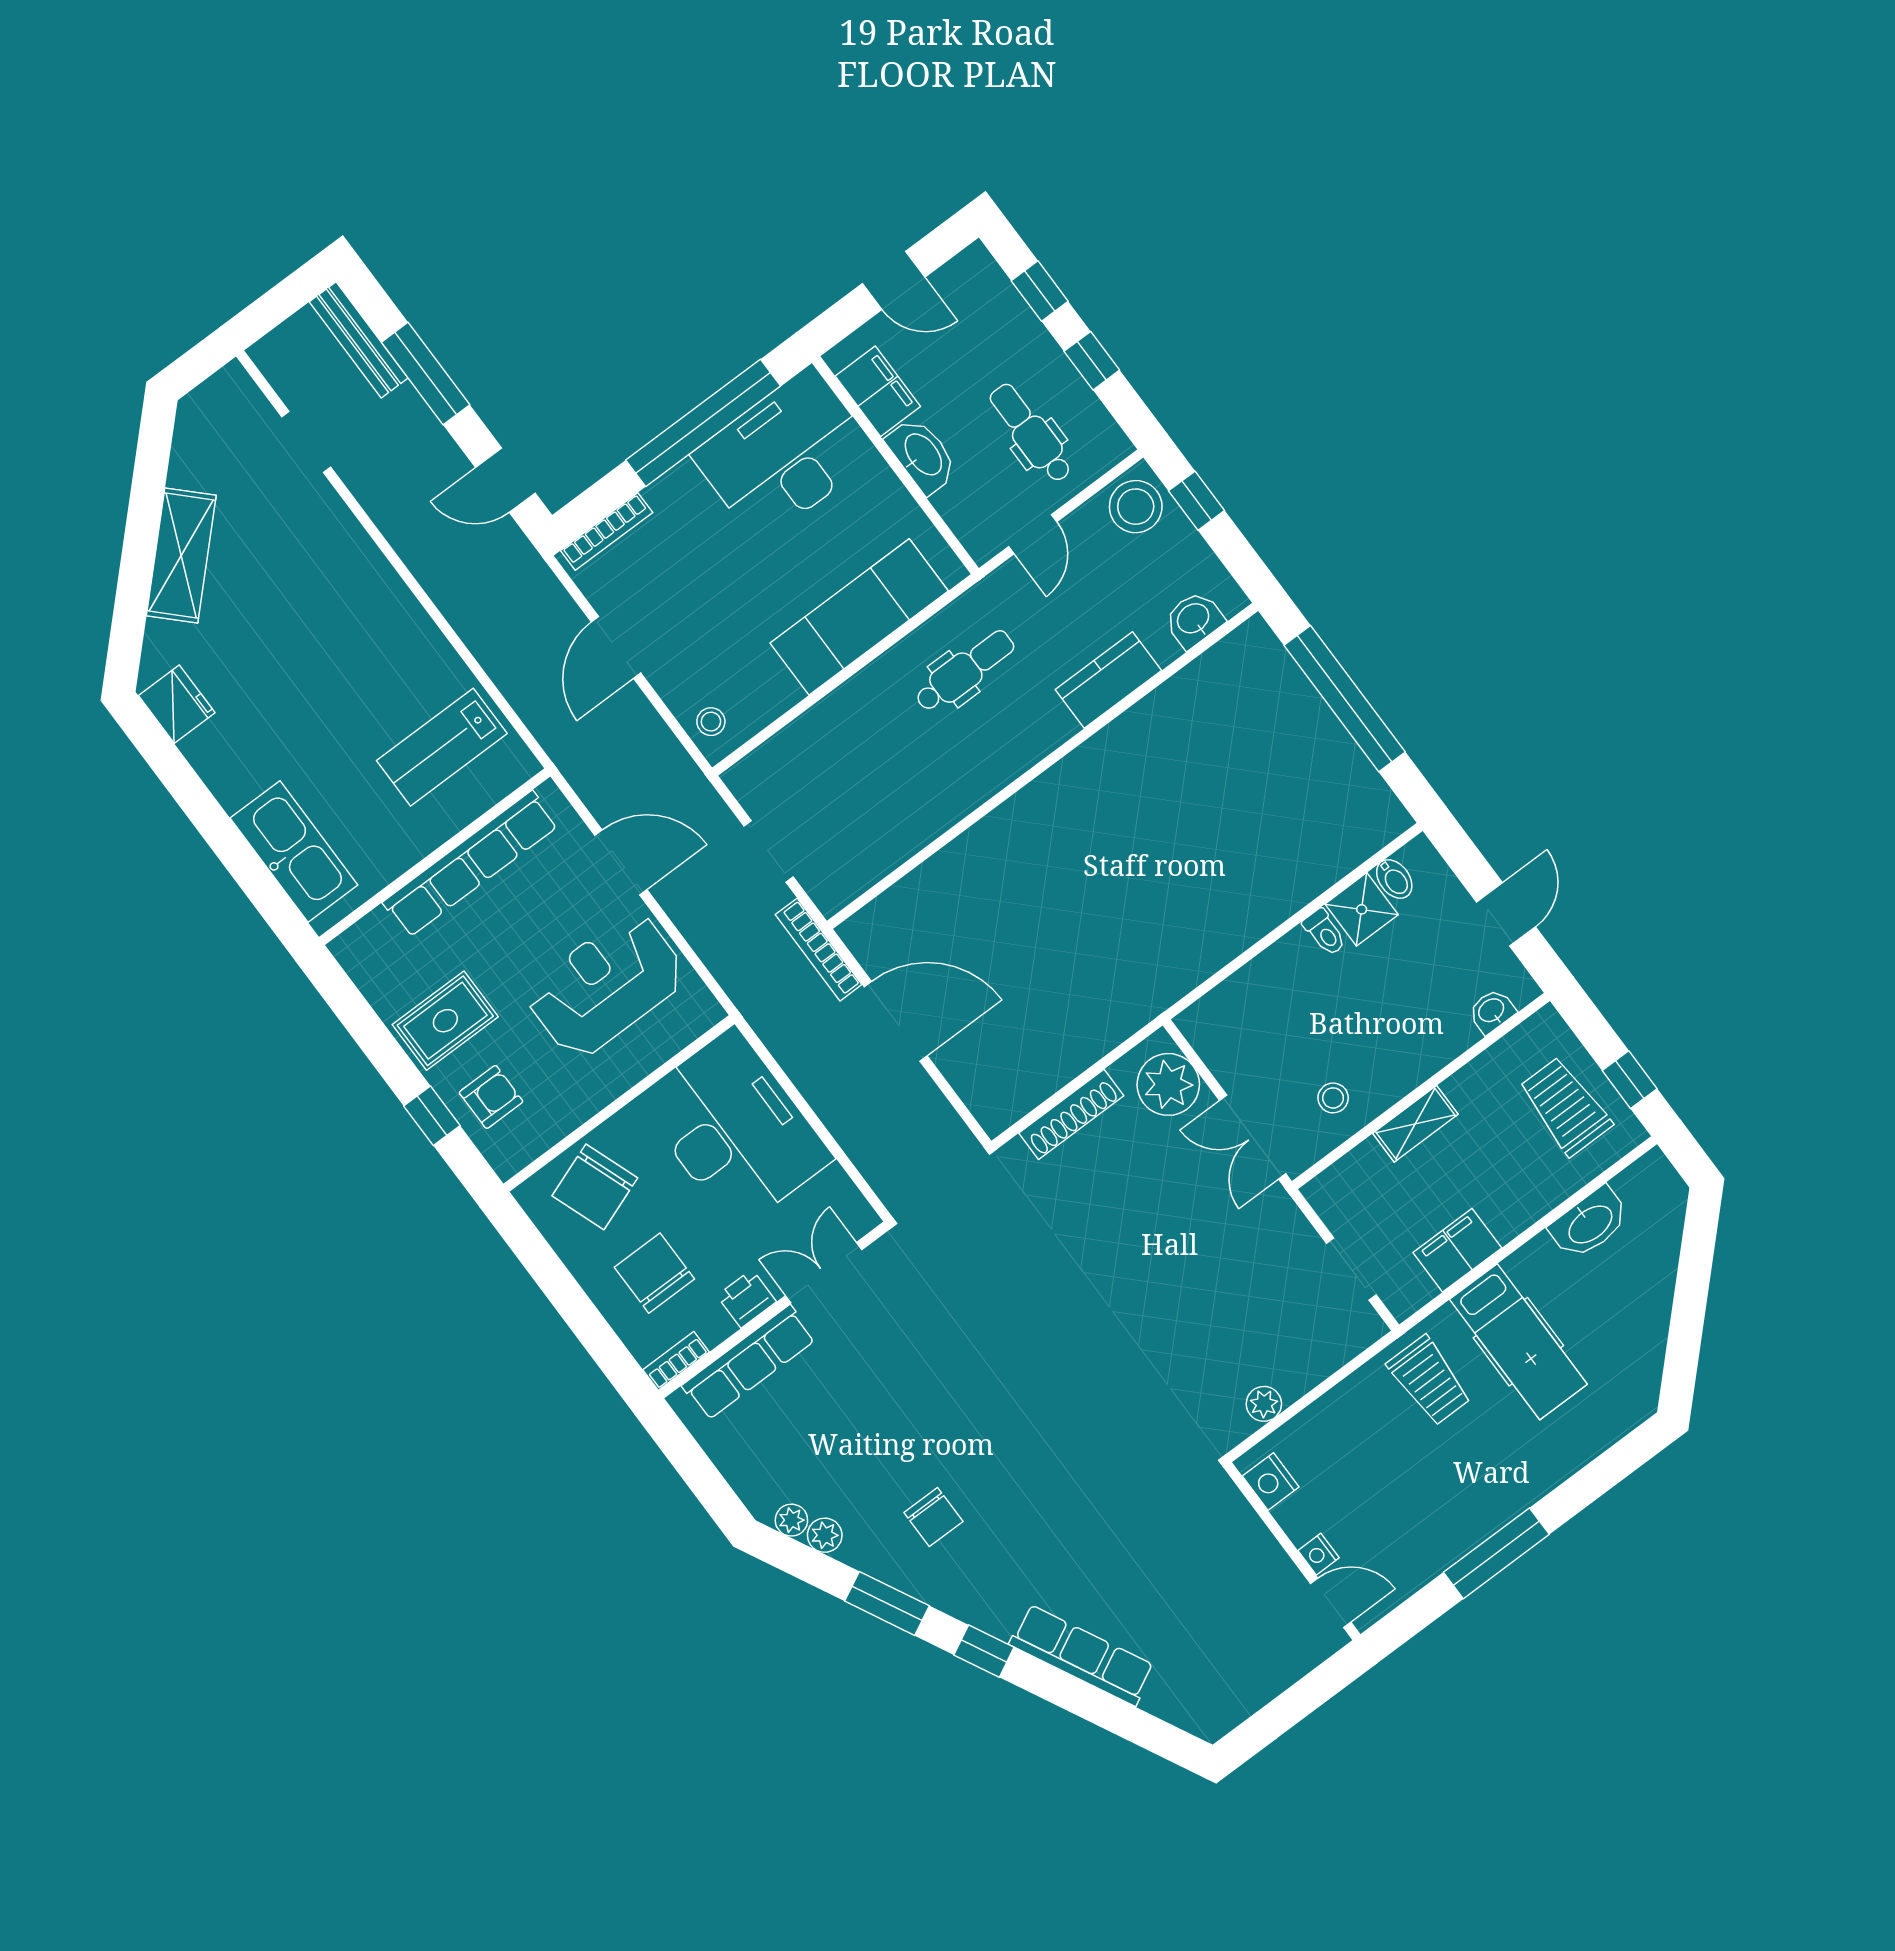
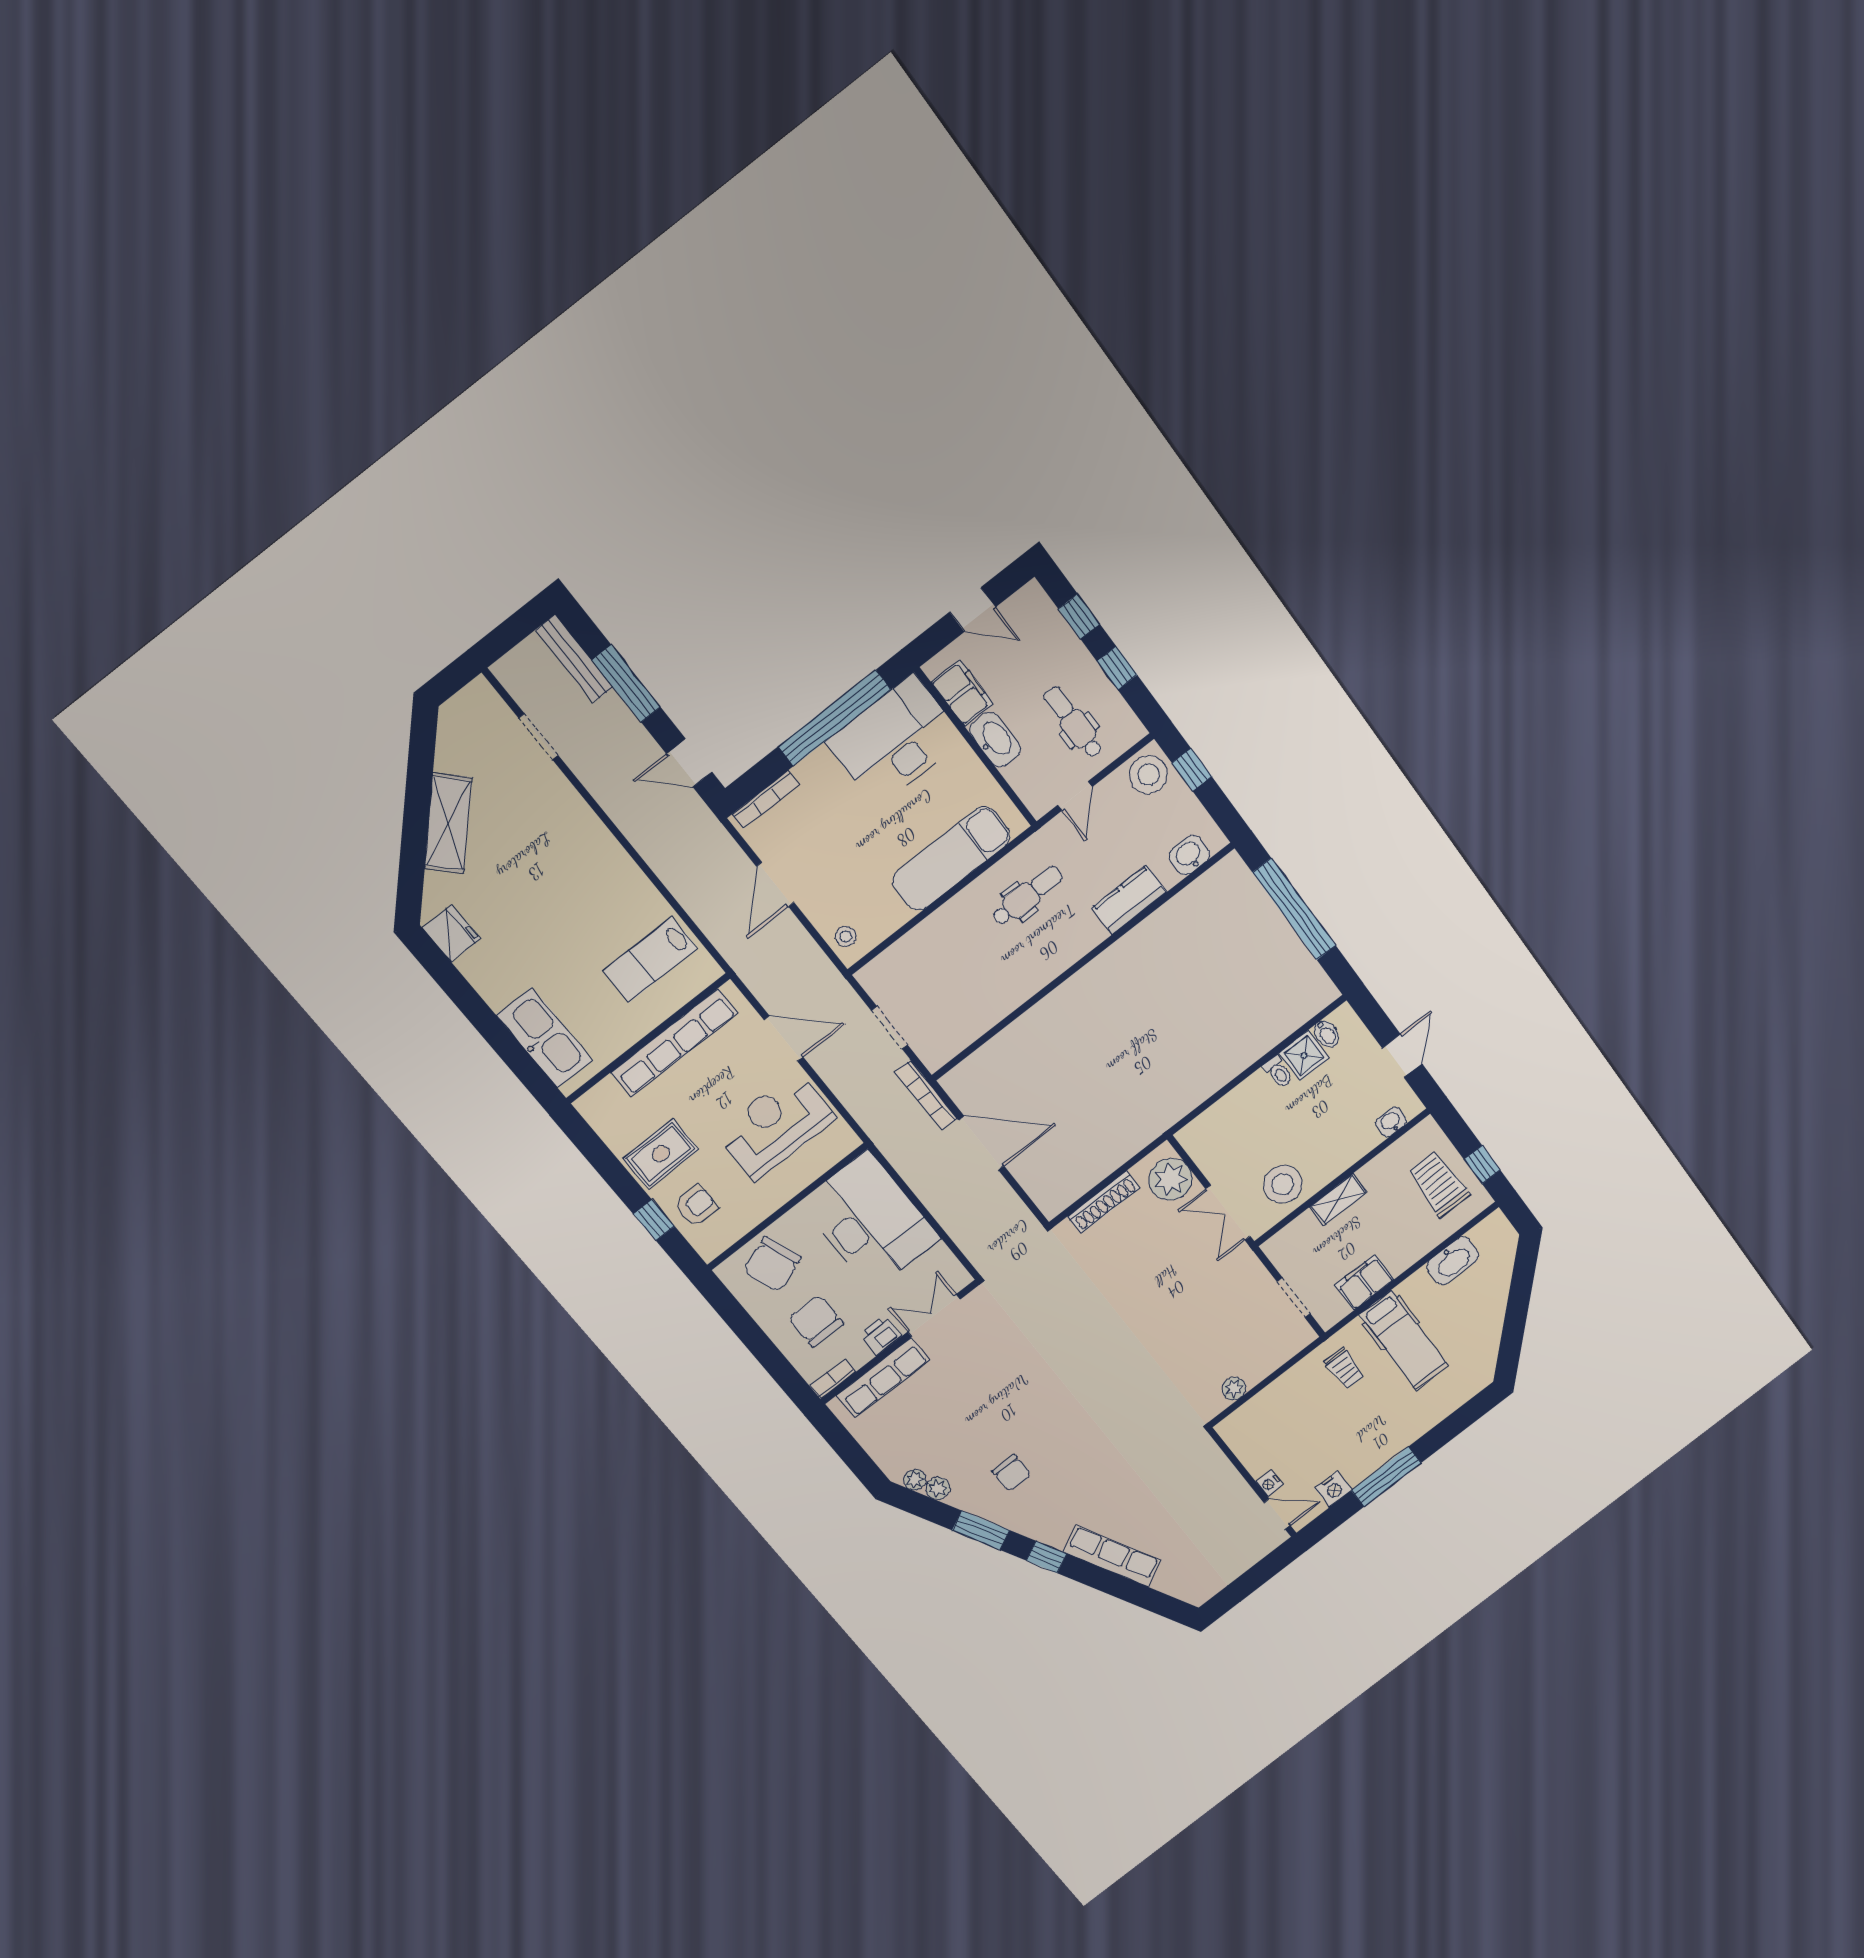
stool: (1333, 1098) -> (1283, 1184), width x1.89, depth x1.89
trolley: (1429, 1380) -> (1344, 1368), width x0.73, depth x0.72
nightstand: (1271, 1482) -> (1333, 1489), moved, turned -90

